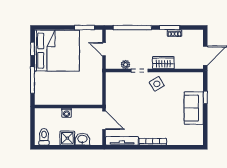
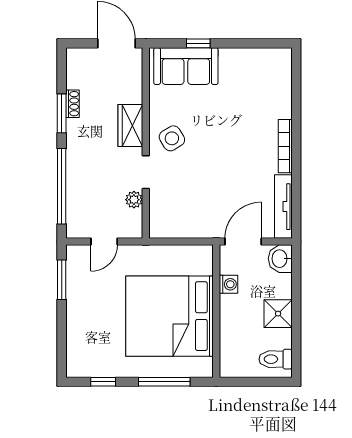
bed: (57, 51) -> (169, 316), moved, turned -90
sofa: (194, 108) -> (186, 66), moved
washing machine: (67, 113) -> (228, 284), moved
washbasin: (82, 139) -> (280, 259), moved

